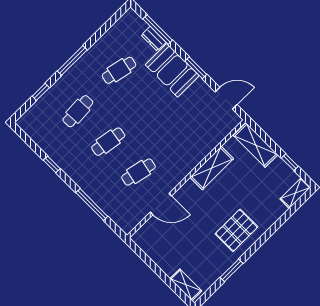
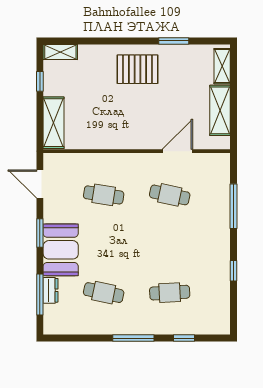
cafe table: (108, 142) -> (104, 195), moved
shelving: (212, 168) -> (220, 110), moved, turned 90
door: (161, 204) -> (177, 151), hinge flipped

